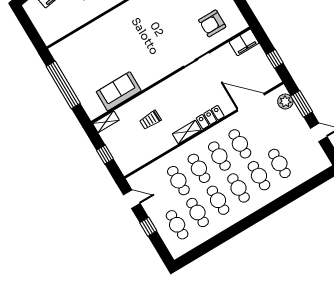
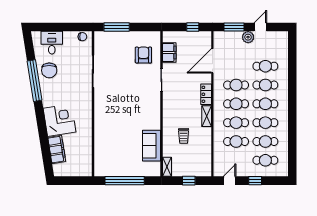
armchair: (212, 23) -> (143, 55), turned 180
filing cabinet: (244, 42) -> (169, 52), moved
plant: (285, 101) -> (248, 37), moved

